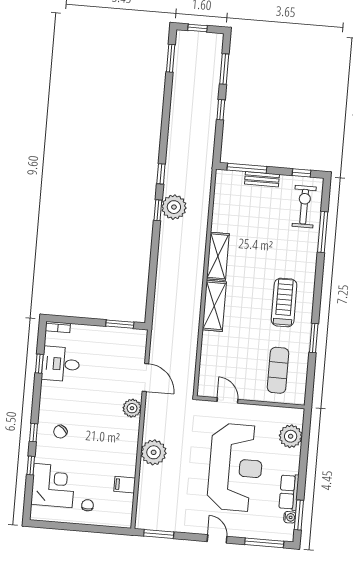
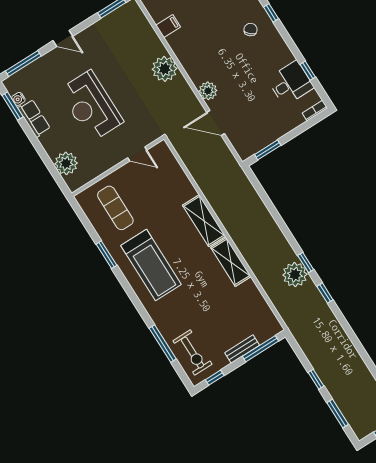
treadmill: (284, 303) -> (151, 265), width x1.37, depth x1.38
reception desk: (236, 467) -> (91, 106), width x0.74, depth x0.77

